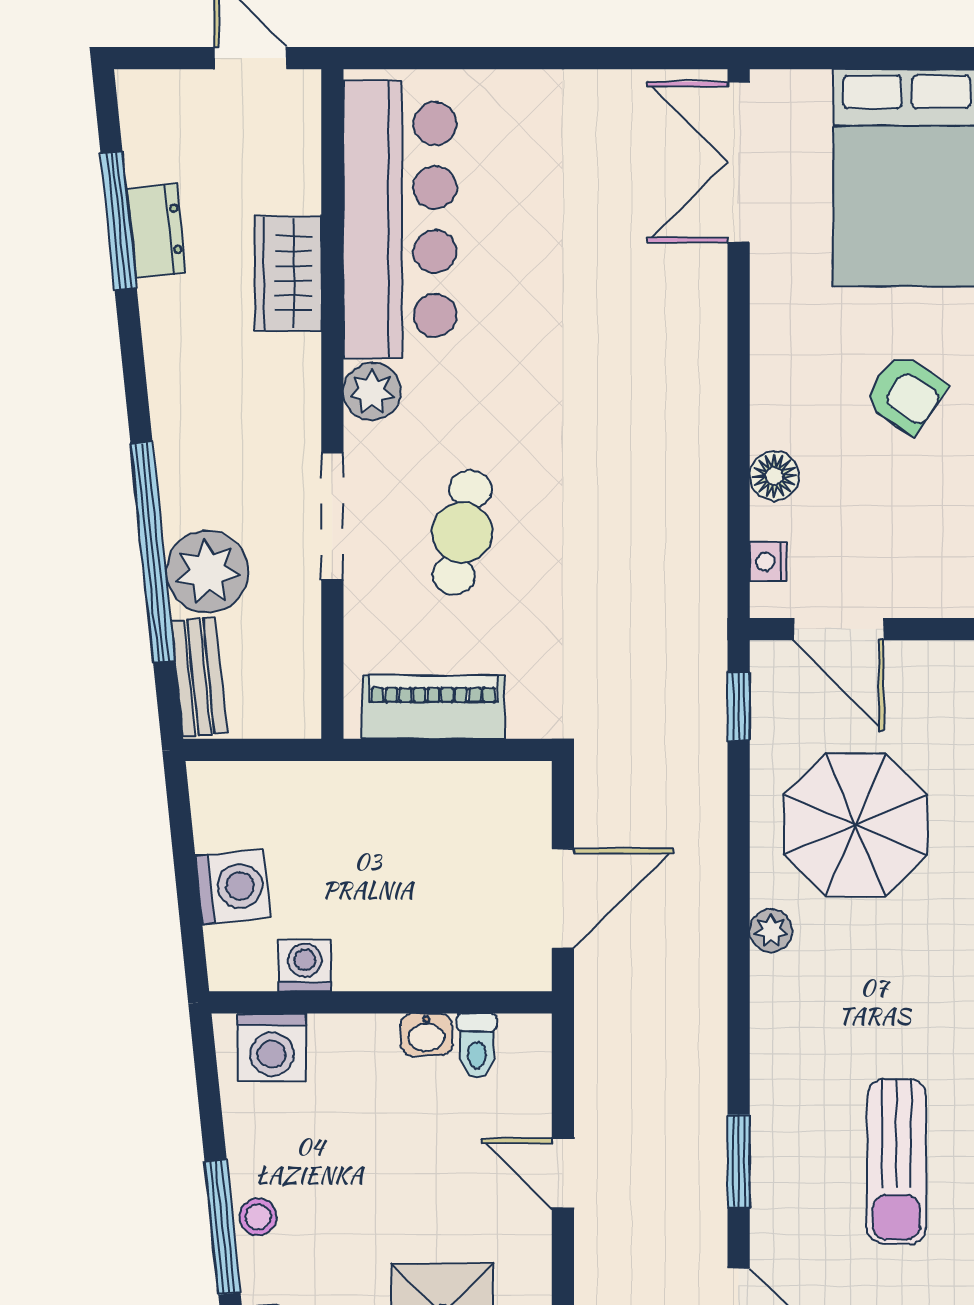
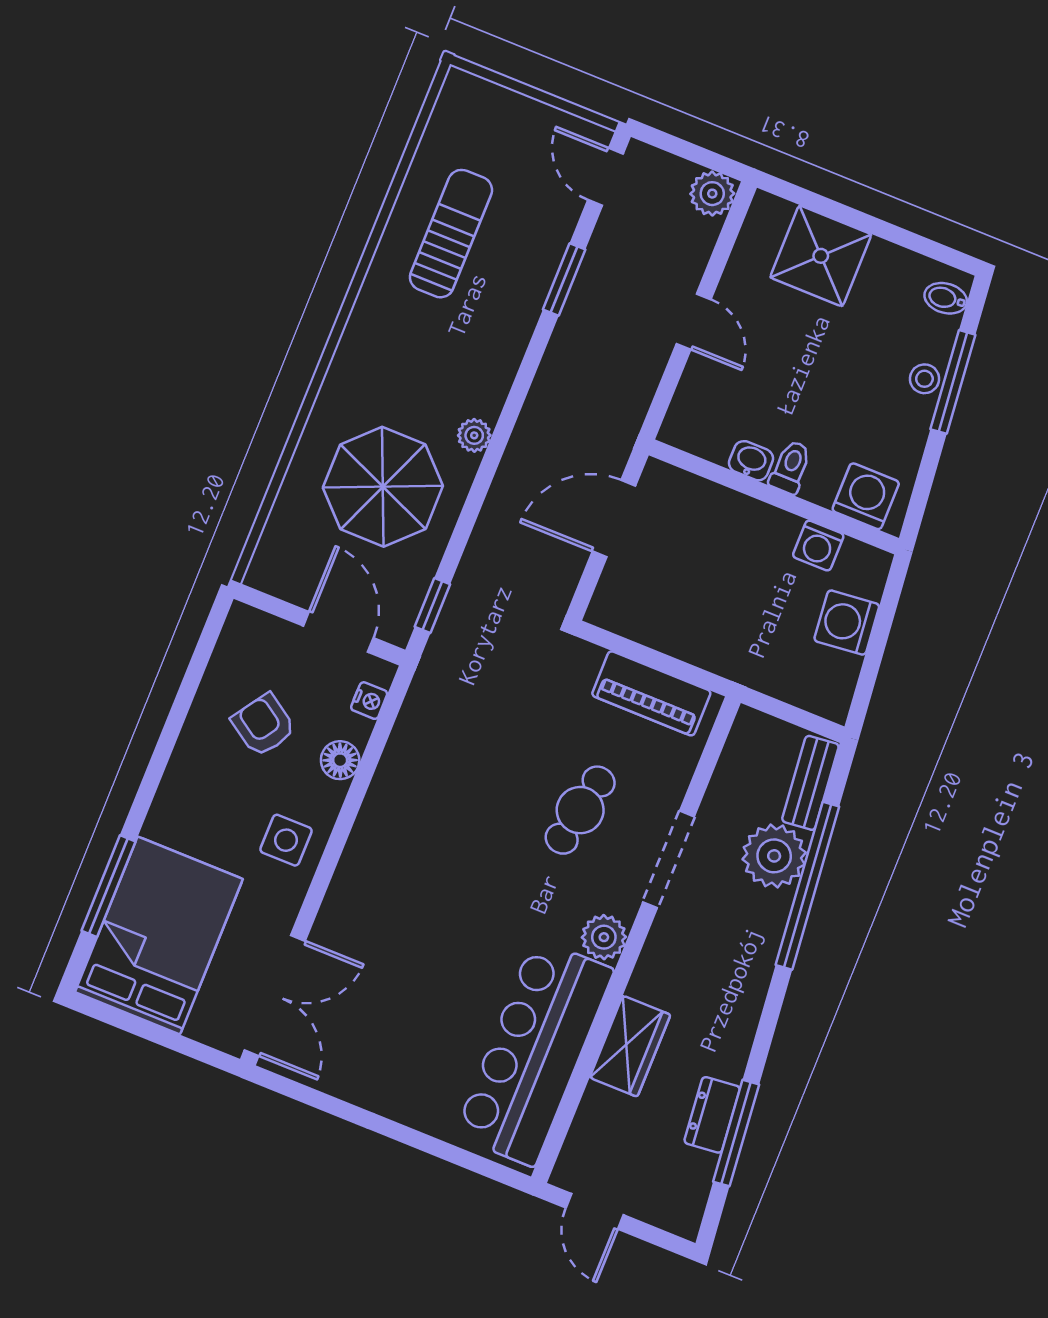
side table: (801, 354) -> (286, 840), added
armchair: (906, 394) -> (263, 725), moved
toilet: (477, 1046) -> (790, 467), moved

